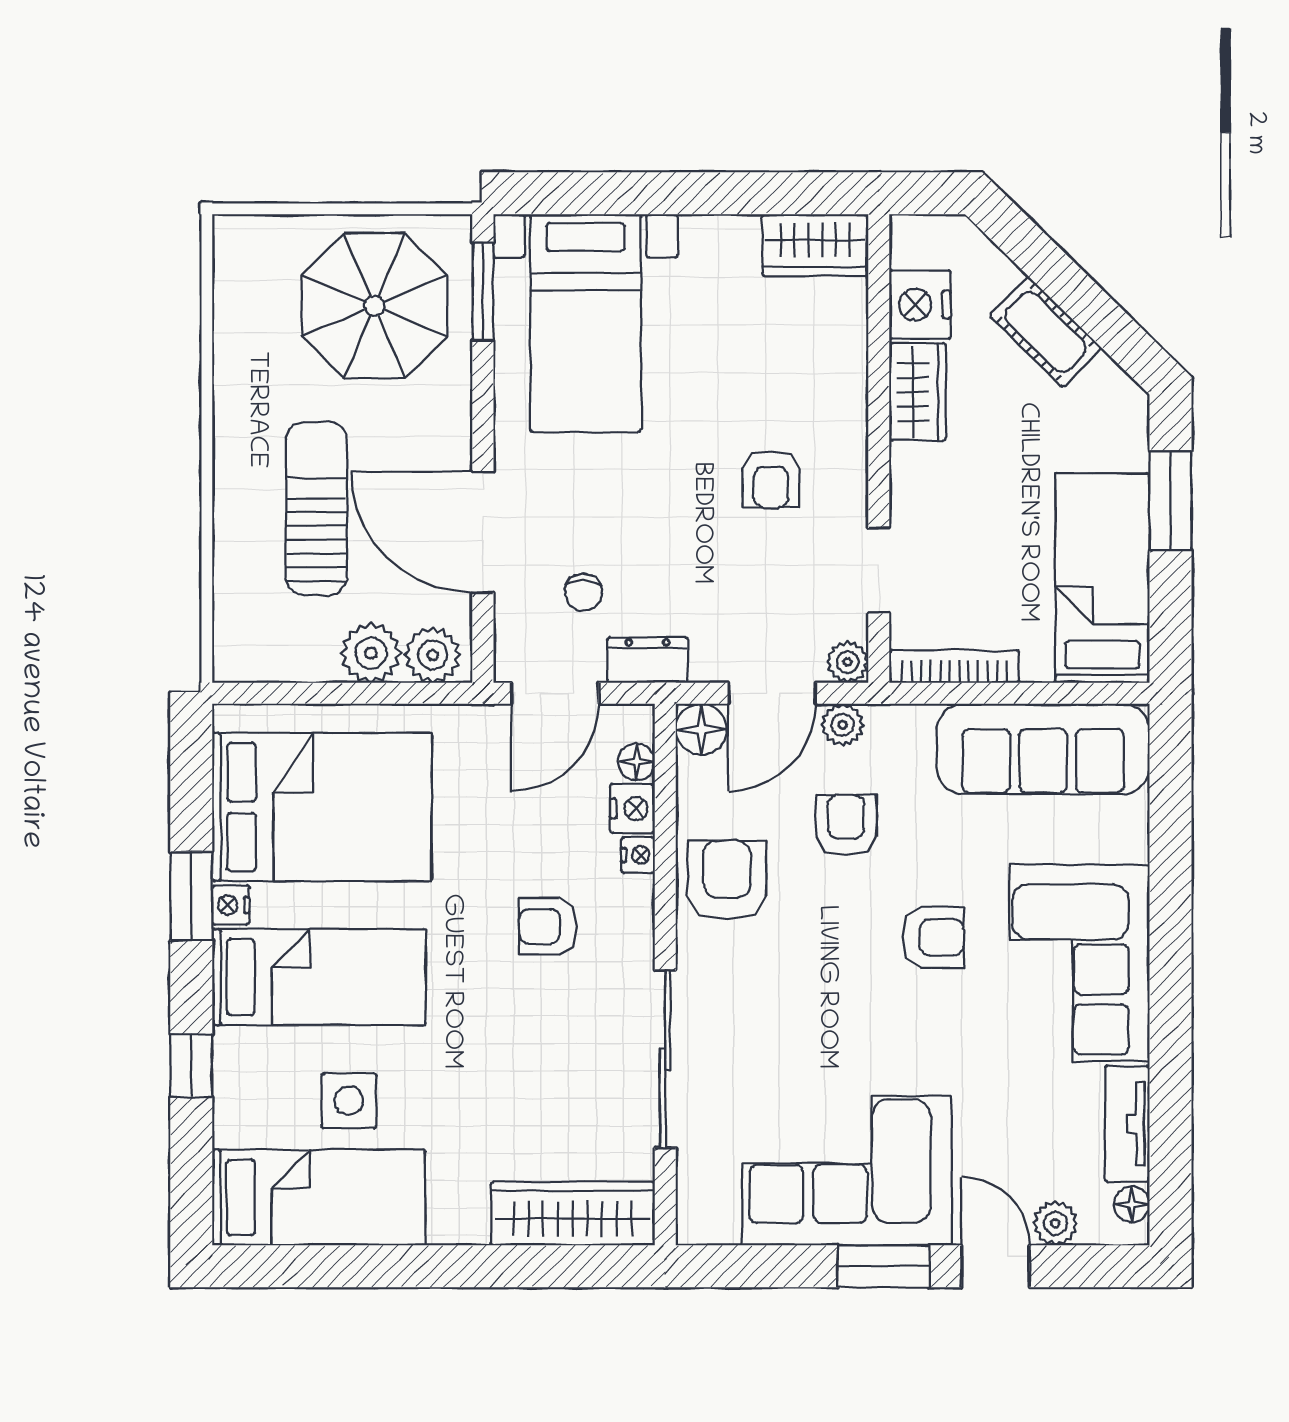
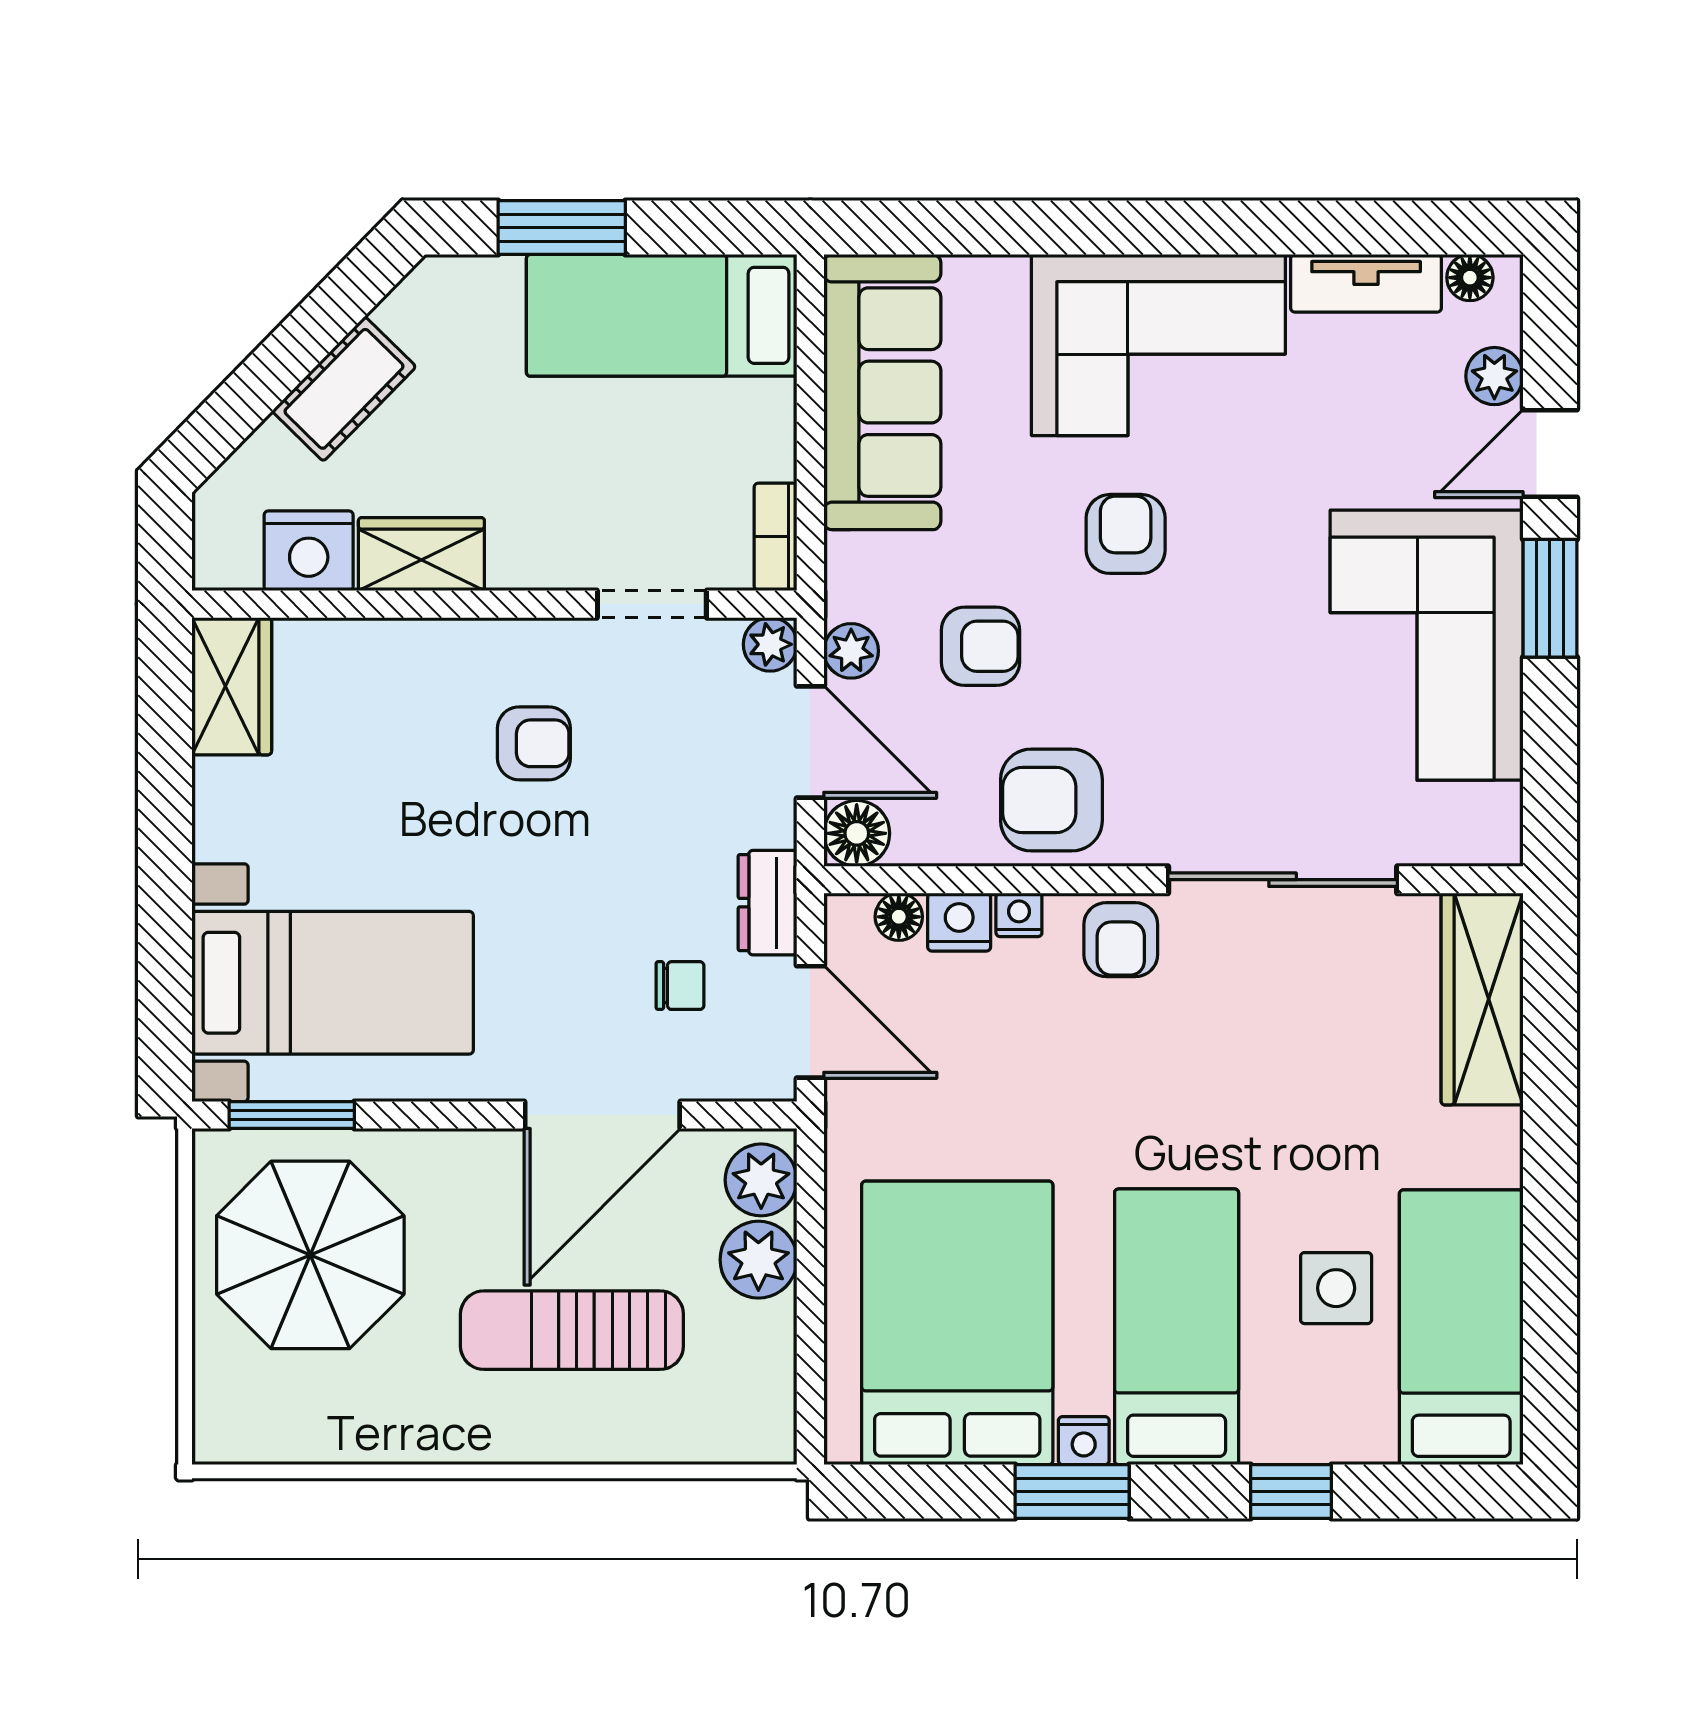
bookcase: (954, 666) -> (776, 537), width x0.64
armchair: (846, 825) -> (980, 646), turned 180
armchair: (548, 926) -> (1121, 940), moved

